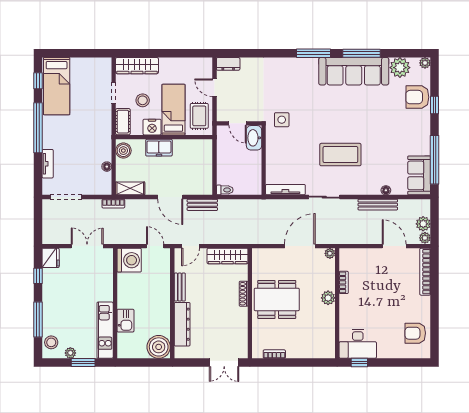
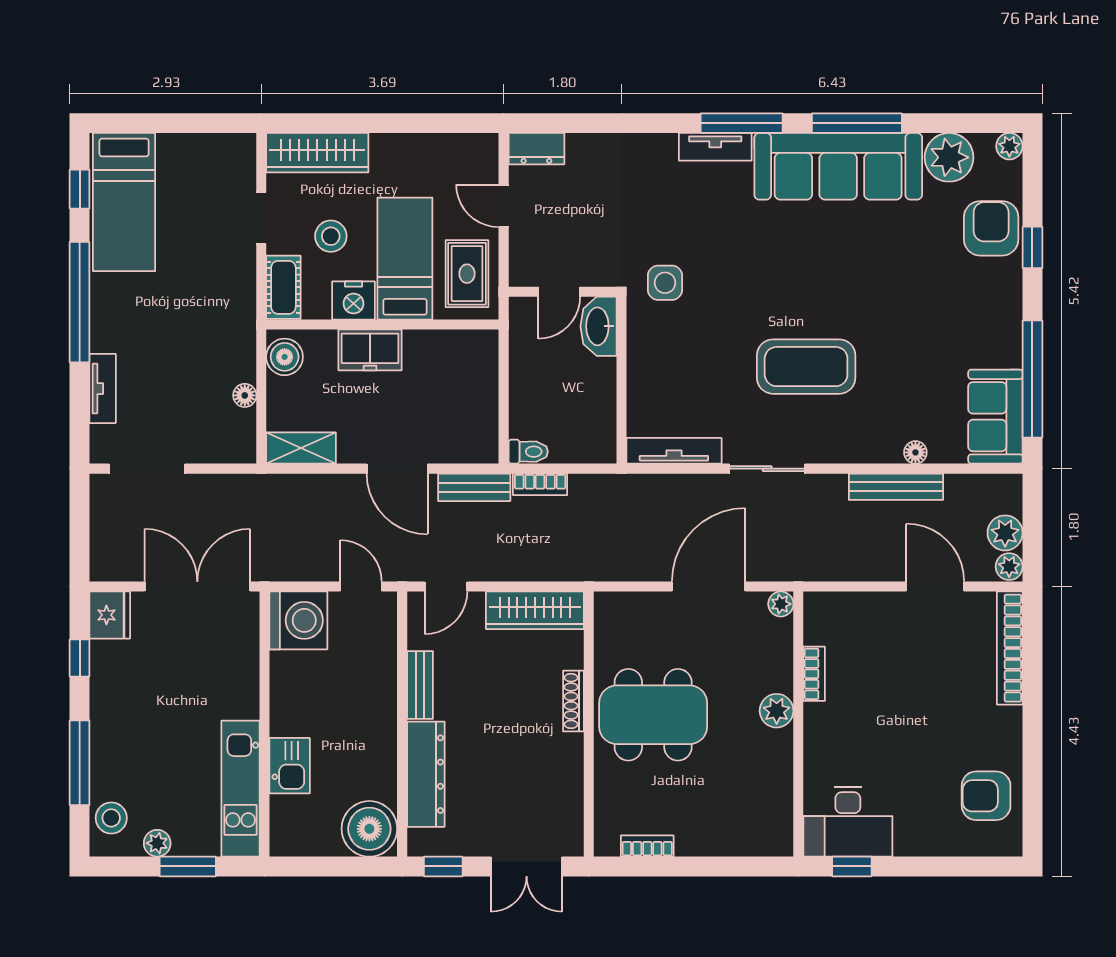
tv unit: (303, 63) -> (715, 147), added
armchair: (417, 97) -> (991, 228), turned 90
door: (238, 123) -> (559, 292), hinge flipped
bookcase: (113, 204) -> (540, 484), moved
double door: (87, 246) -> (197, 586), width x1.37
window: (189, 363) -> (443, 866), added

